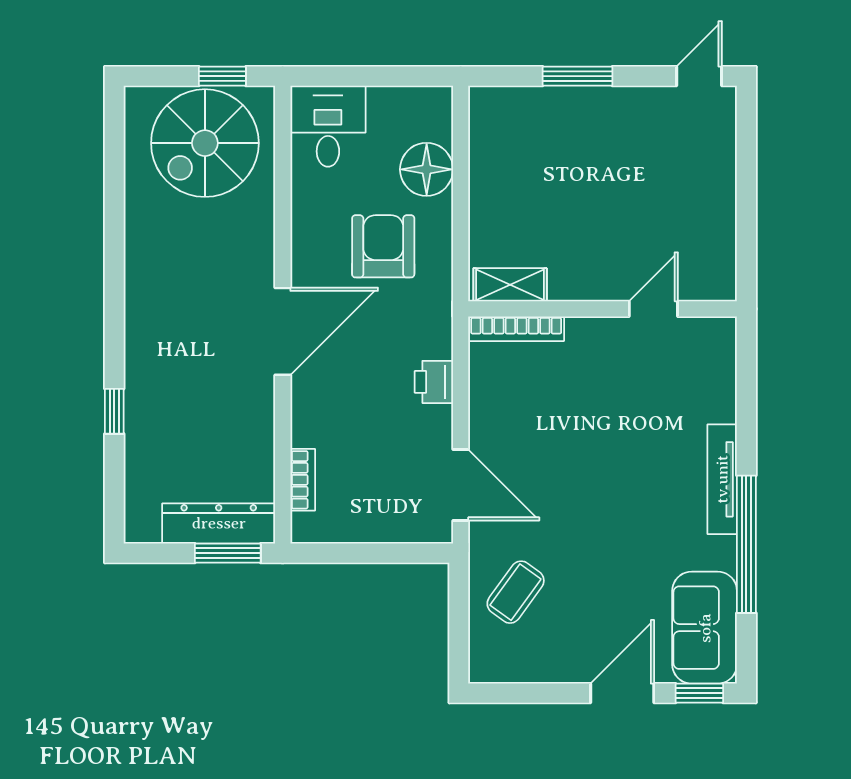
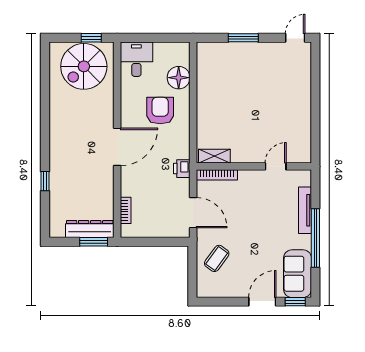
shelving: (510, 285) -> (214, 156), moved
wall: (603, 309) -> (254, 166), moved
door: (653, 309) -> (276, 166), moved
bookcase: (516, 329) -> (217, 175), moved

